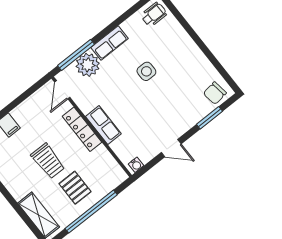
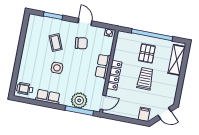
row of seats: (110, 43) -> (48, 97), moved
chair: (215, 93) -> (81, 43), moved
coffee table: (176, 95) -> (56, 43), added

